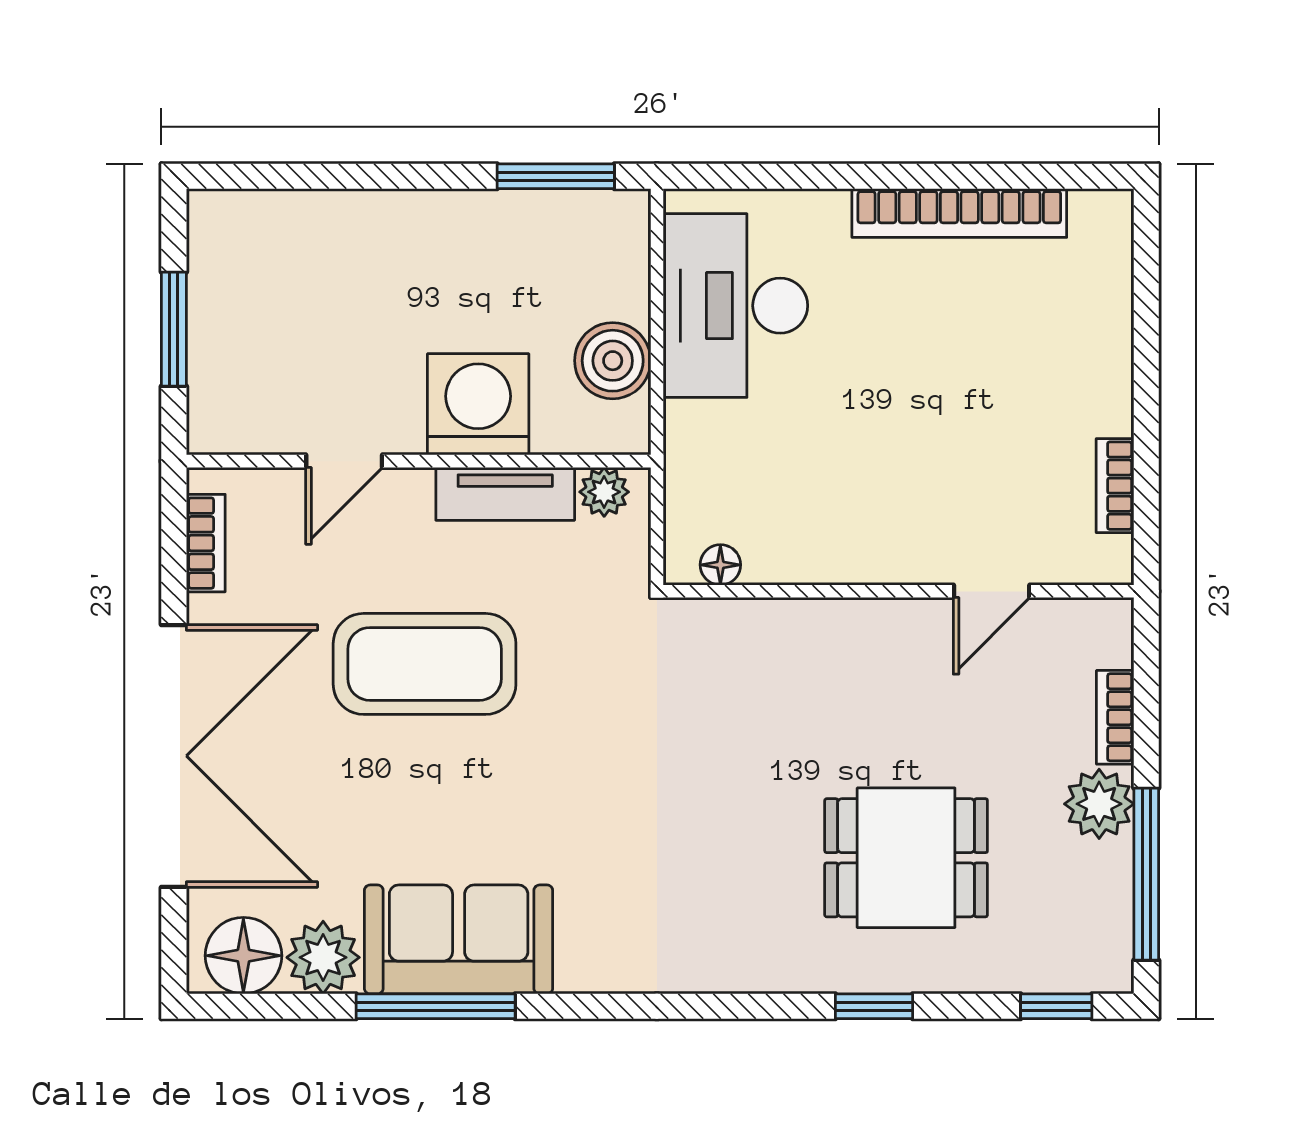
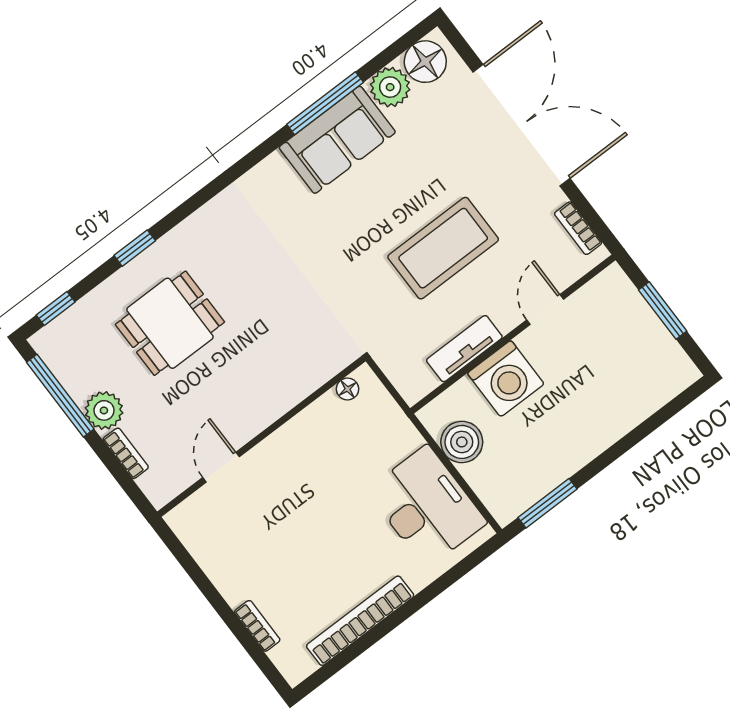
bookcase: (1115, 486) -> (257, 626), moved
plant: (604, 492) -> (422, 382), removed
double door: (174, 756) -> (522, 125), swing flipped

